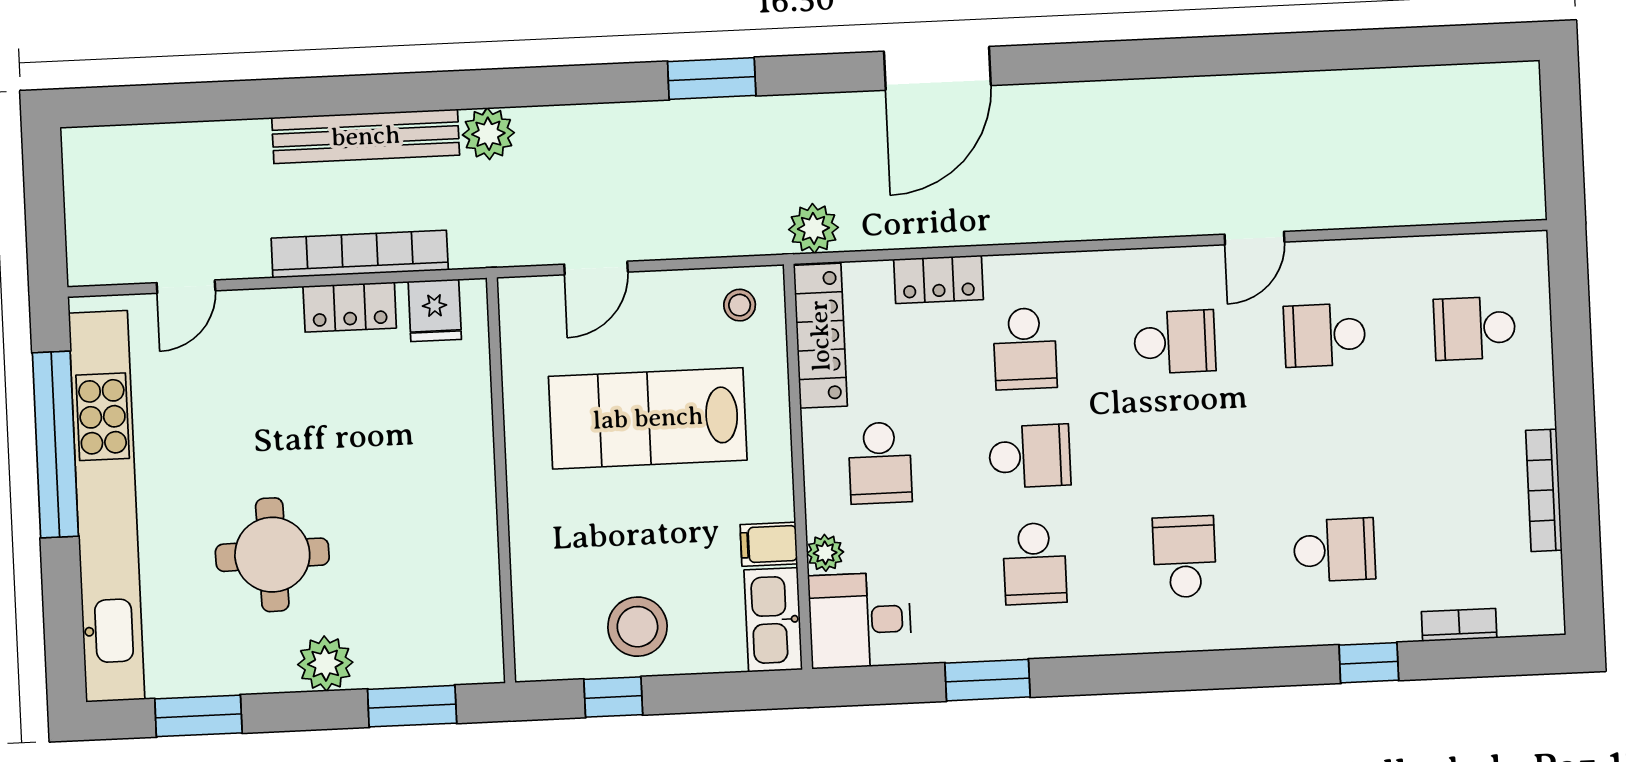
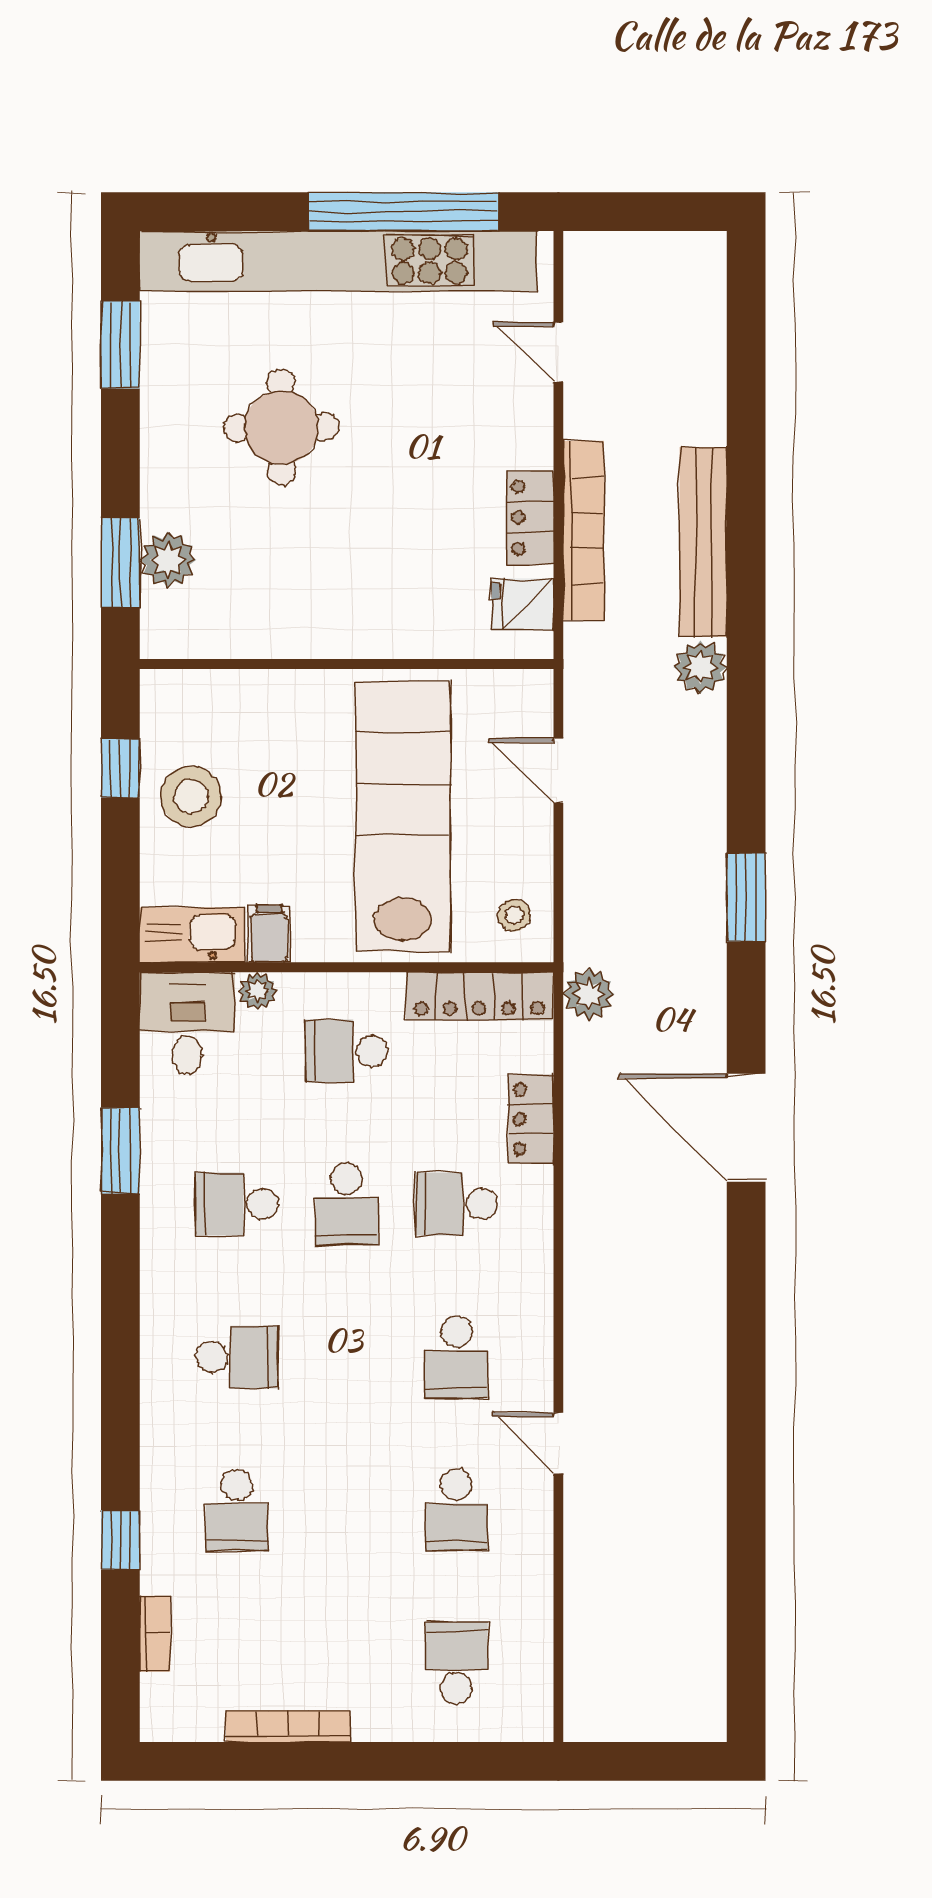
school desk: (1325, 335) -> (456, 1510), turned 180
lab bench: (648, 418) -> (403, 816), width x1.36
plant: (325, 663) -> (168, 560), moved

